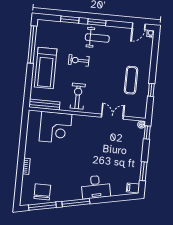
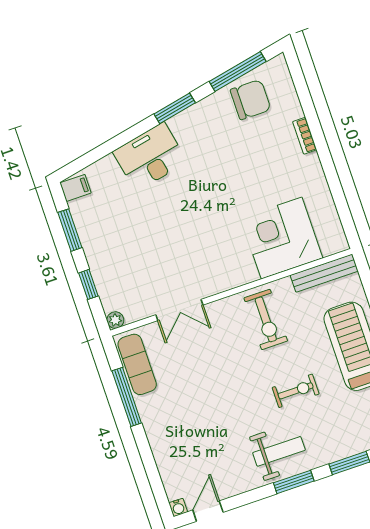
weight bench: (97, 38) -> (279, 451), turned 180
exercise mat: (131, 80) -> (137, 364), moved
window: (151, 90) -> (127, 397), width x2.17
window: (147, 133) -> (88, 284), moved
chair: (42, 192) -> (251, 100), turned -90
window: (76, 203) -> (175, 108), width x0.69

